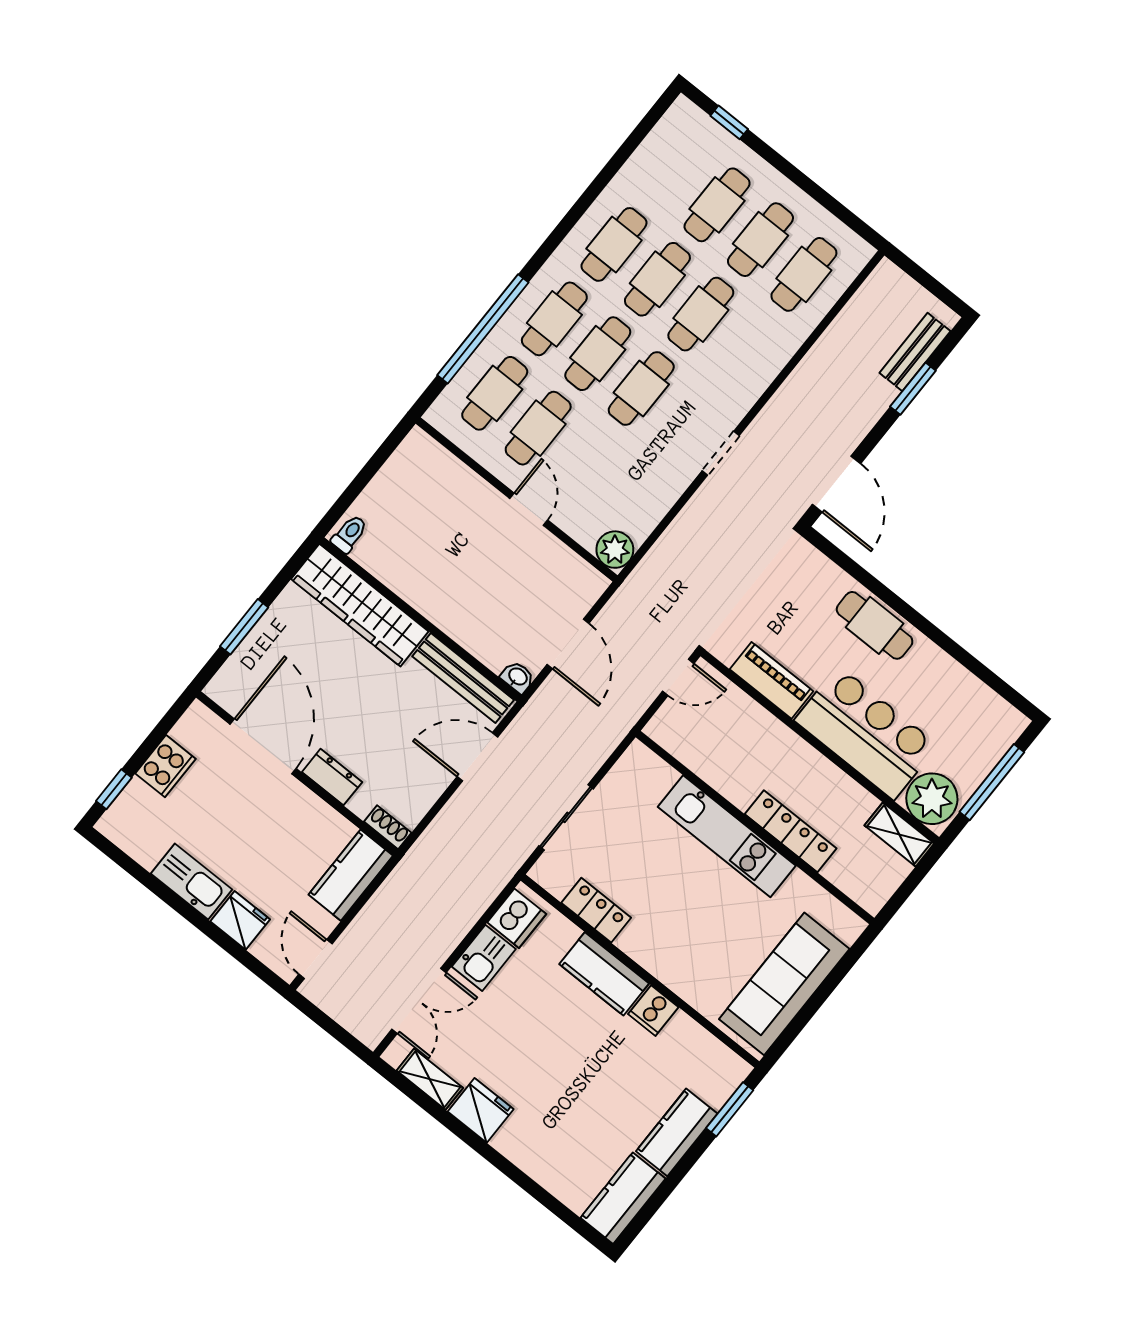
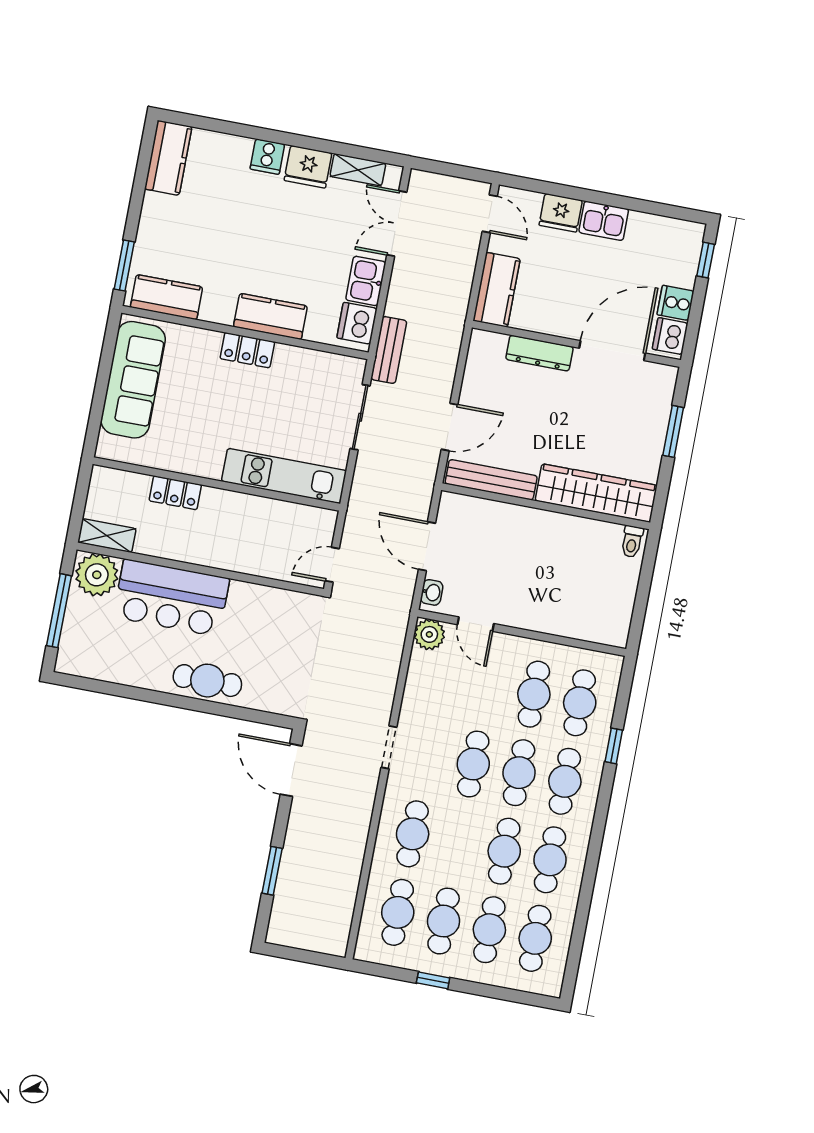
window: (729, 122) -> (433, 980), moved
cafe table: (674, 170) -> (535, 938), added
cafe table: (701, 314) -> (413, 834), moved
window: (483, 329) -> (614, 746), width x0.32
bench: (915, 352) -> (389, 350), moved
door: (529, 509) -> (476, 624), moved
washbasin: (518, 677) -> (432, 592), moved, turned -90
piano: (771, 680) -> (262, 599), removed
dishwasher: (194, 729) -> (670, 336), added
door: (263, 746) -> (612, 351), swing flipped
cooker: (166, 766) -> (676, 303), width x0.73
dresser: (332, 777) -> (539, 353), width x1.44
shoe rack: (388, 827) -> (488, 340), removed
locker: (791, 831) -> (175, 493), width x0.66
kitchen unit: (727, 836) -> (284, 476), moved
kitchen sink: (191, 881) -> (604, 221), width x0.73
locker: (596, 910) -> (247, 350), moved
cooker: (653, 1011) -> (267, 156), moved, turned 180
kitchen counter: (677, 1132) -> (166, 297), moved, turned -90

